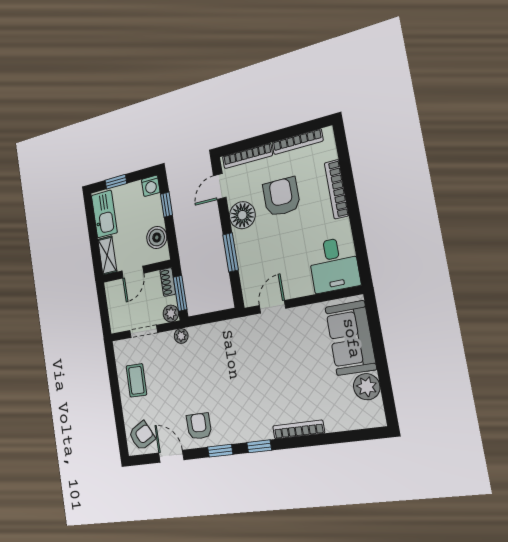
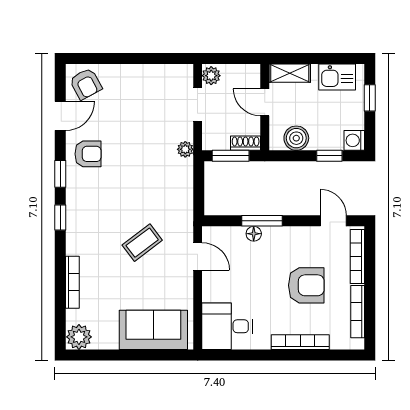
kitchen sink: (104, 214) -> (337, 77), width x0.73
floor lamp: (242, 215) -> (254, 234), moved, width x0.53, depth x0.53
plant: (171, 313) -> (211, 76), moved
coffee table: (136, 380) -> (142, 243), moved, turned -38
plant: (367, 387) -> (79, 337), moved
bookcase: (299, 429) -> (72, 282), moved

